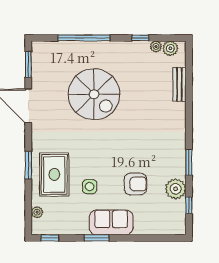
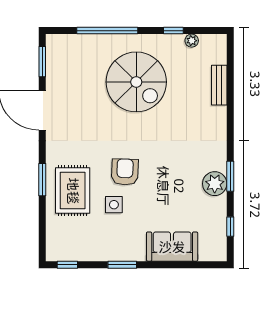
plant: (170, 48) -> (209, 43), removed
spiral stairs: (94, 94) -> (136, 82), moved
armchair: (136, 184) -> (125, 172), moved, turned -88
plant: (176, 189) -> (215, 184), moved
plant: (37, 212) -> (52, 235), removed
sofa: (111, 222) -> (172, 247), moved

